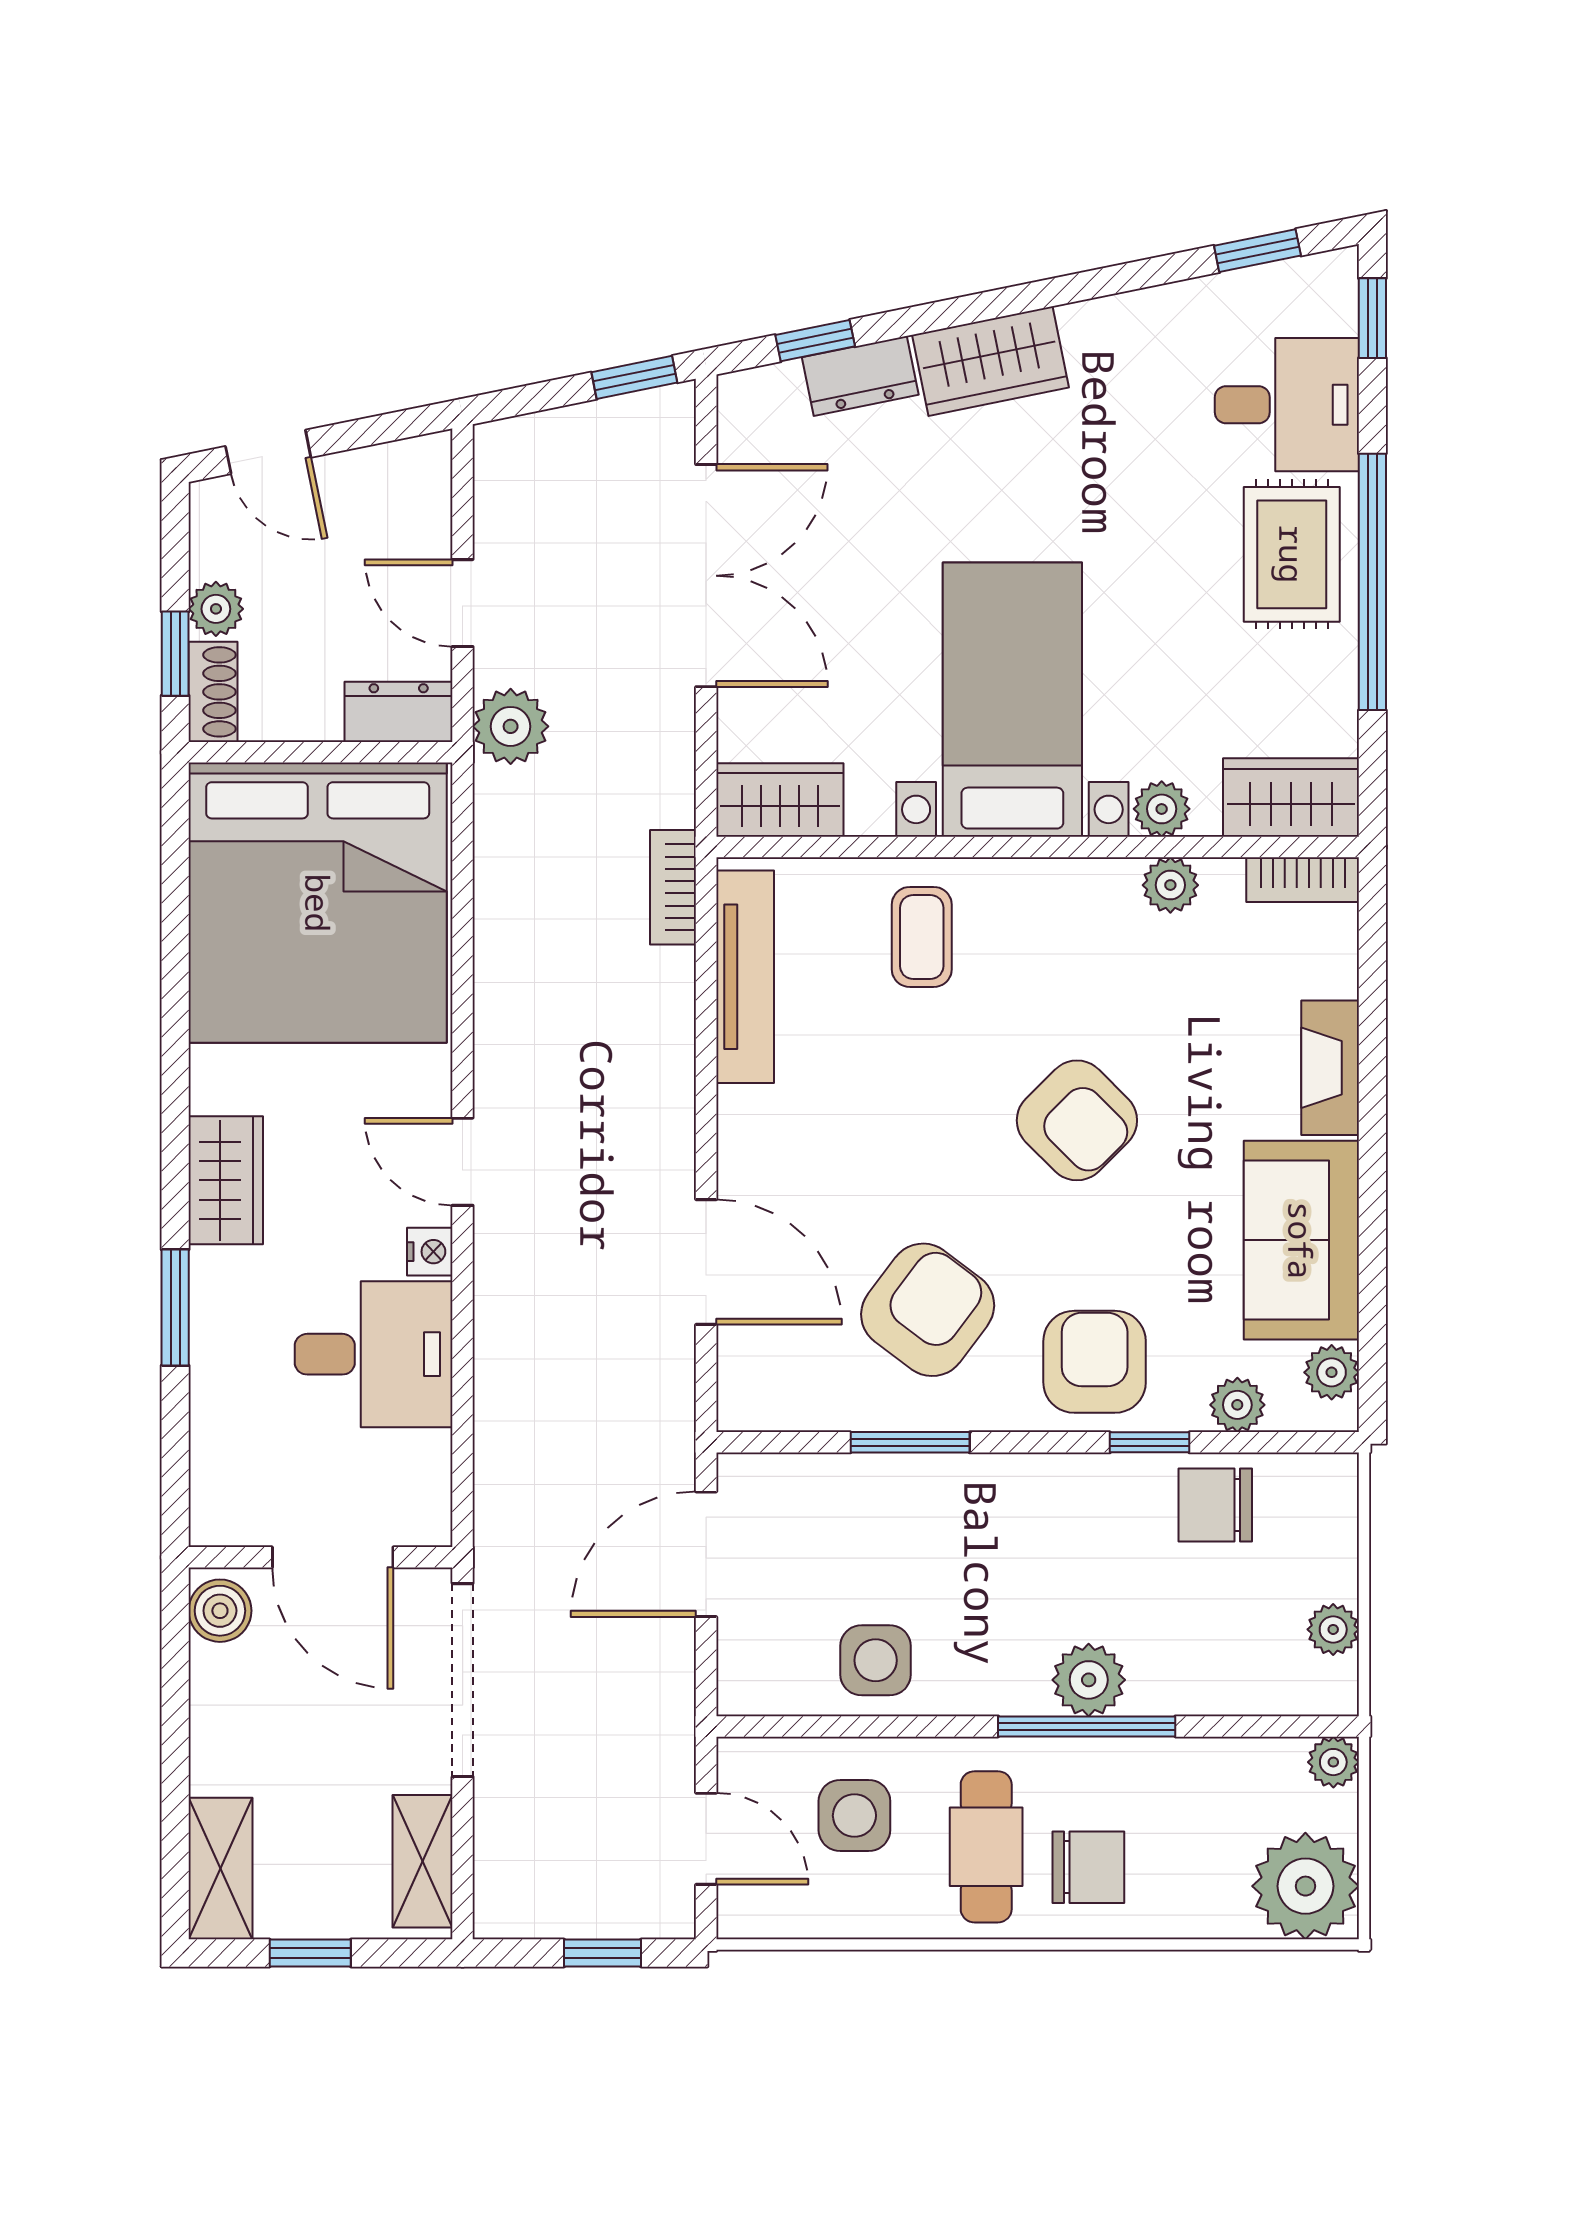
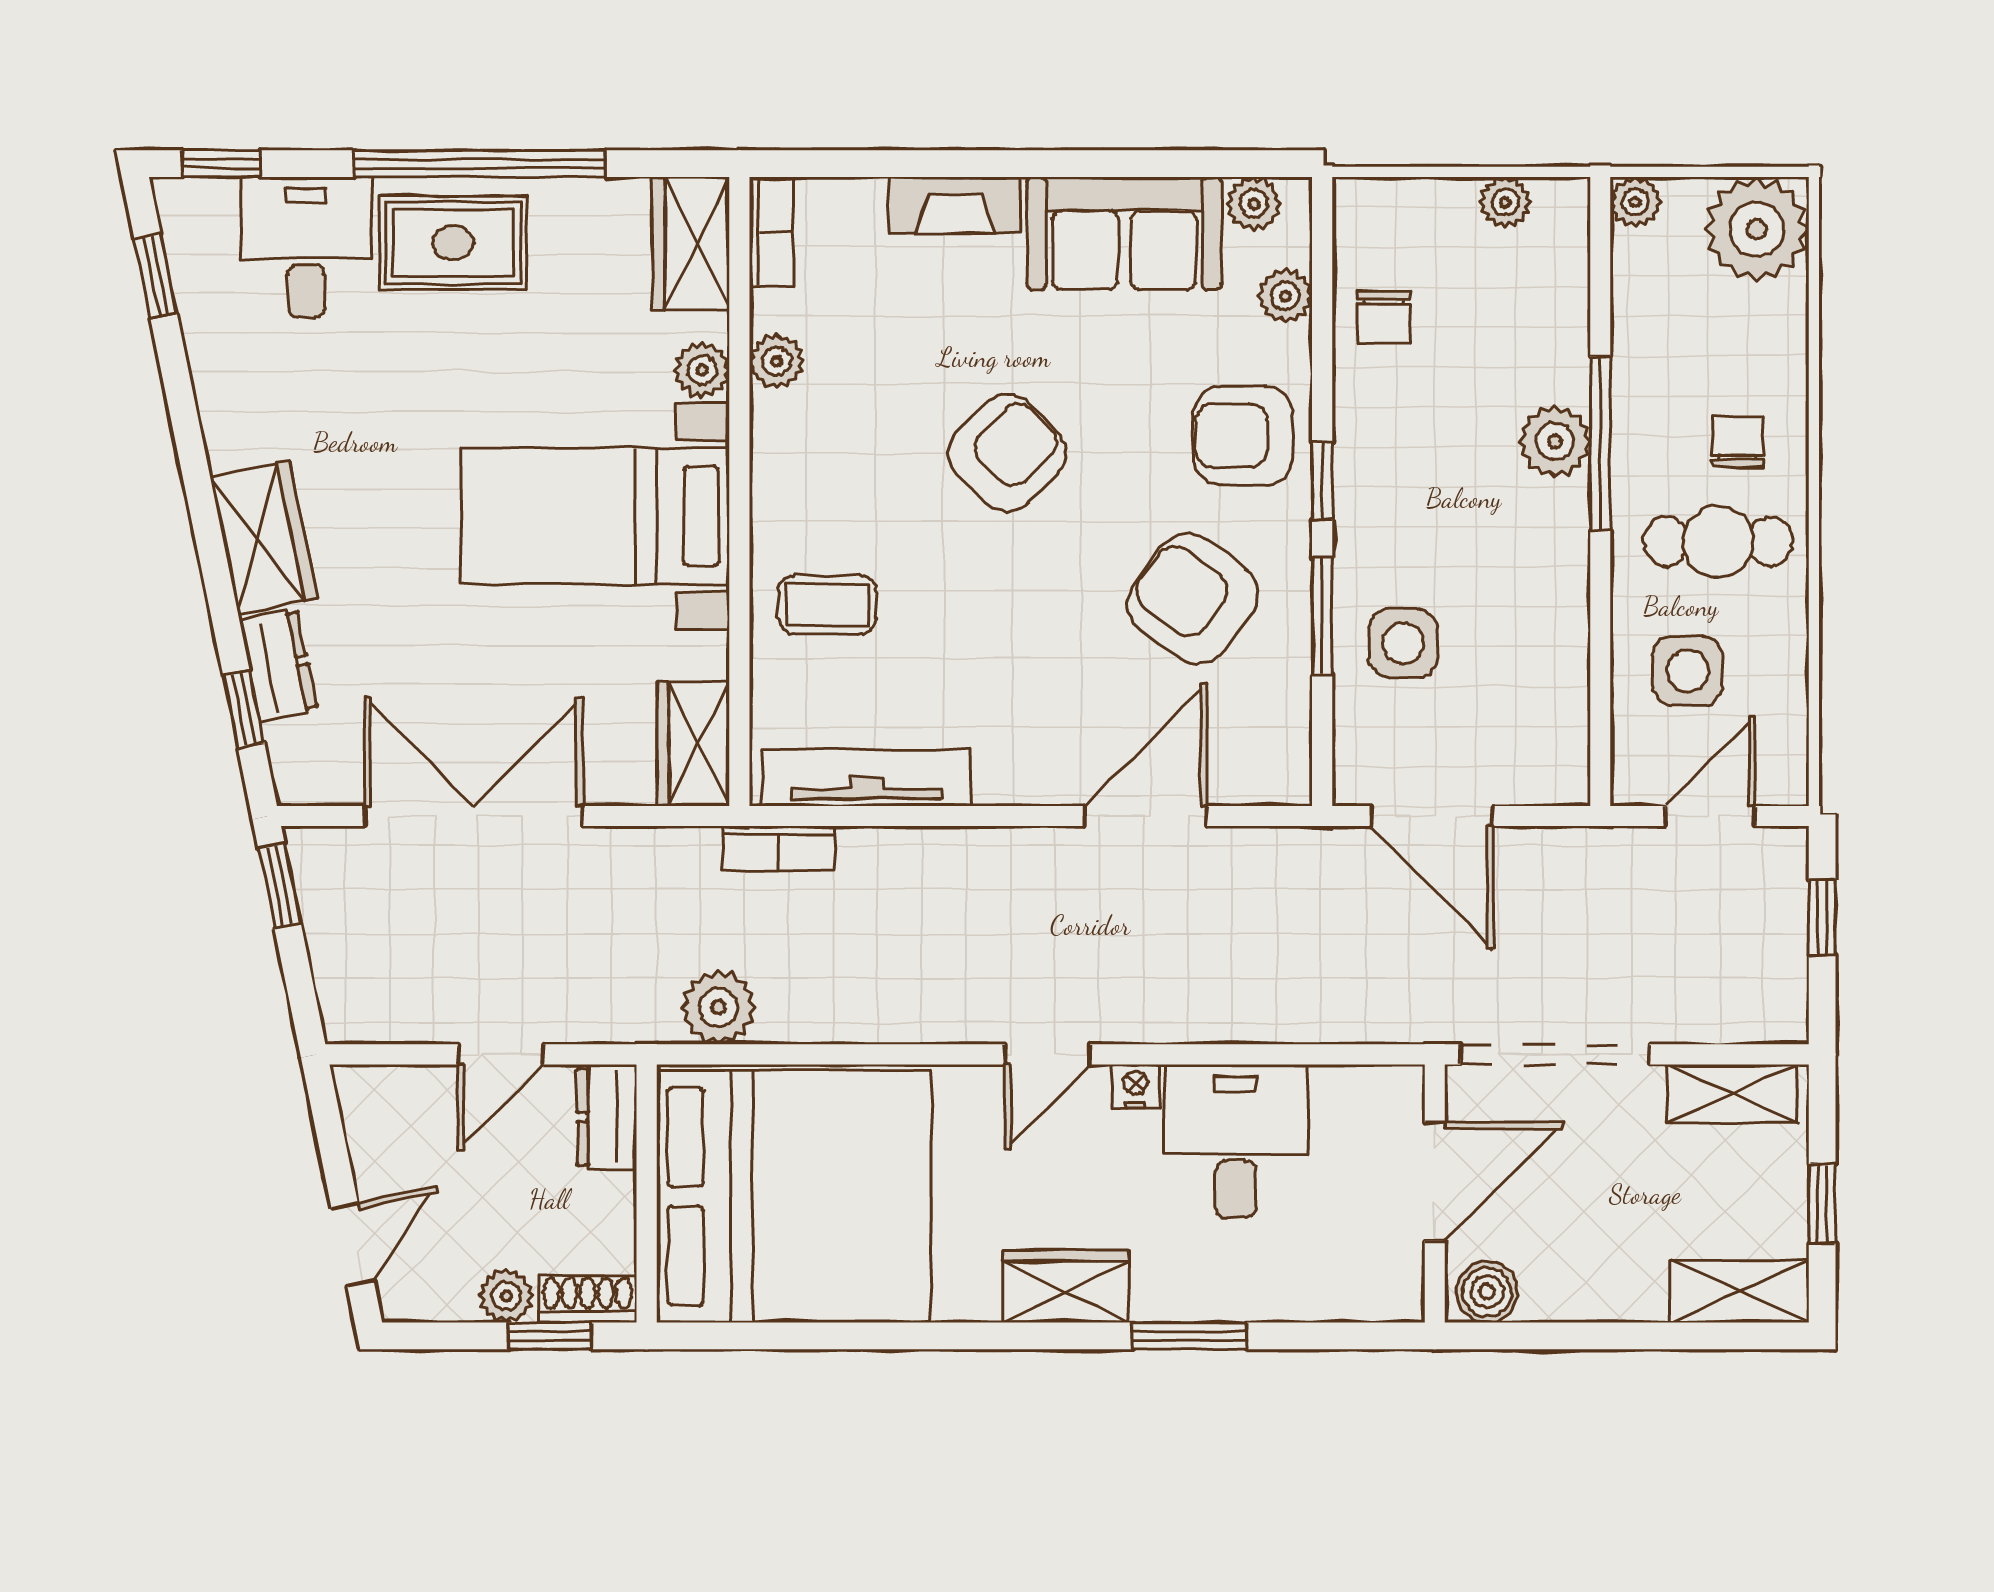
plant: (511, 726) -> (719, 1007), moved
window: (1150, 1442) -> (1322, 481), moved
chair: (1215, 1505) -> (1384, 317), width x0.73, depth x0.73
side table: (876, 1660) -> (1403, 643), moved
chair: (1088, 1867) -> (1738, 442), width x0.73, depth x0.73

